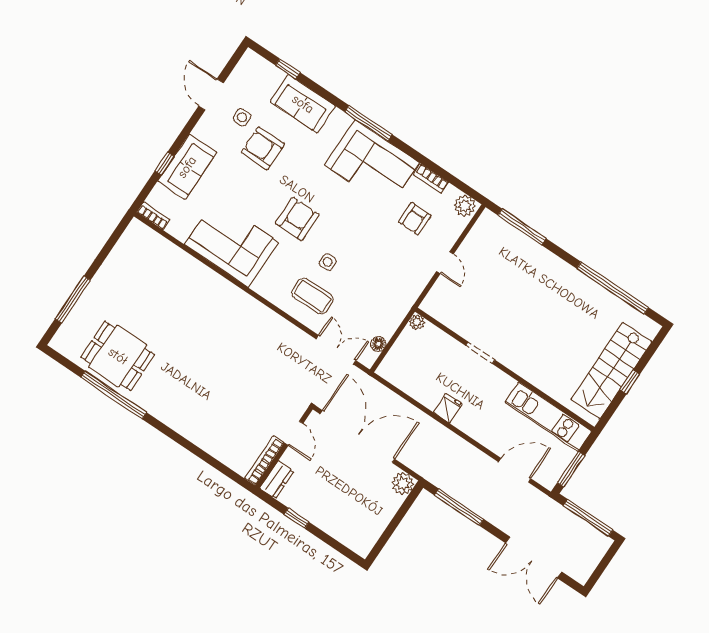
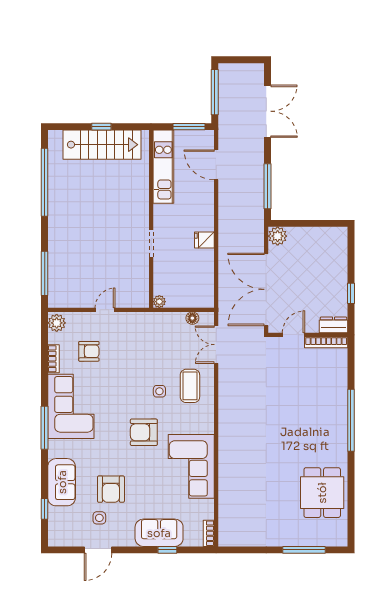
window: (114, 395) -> (351, 420), moved

